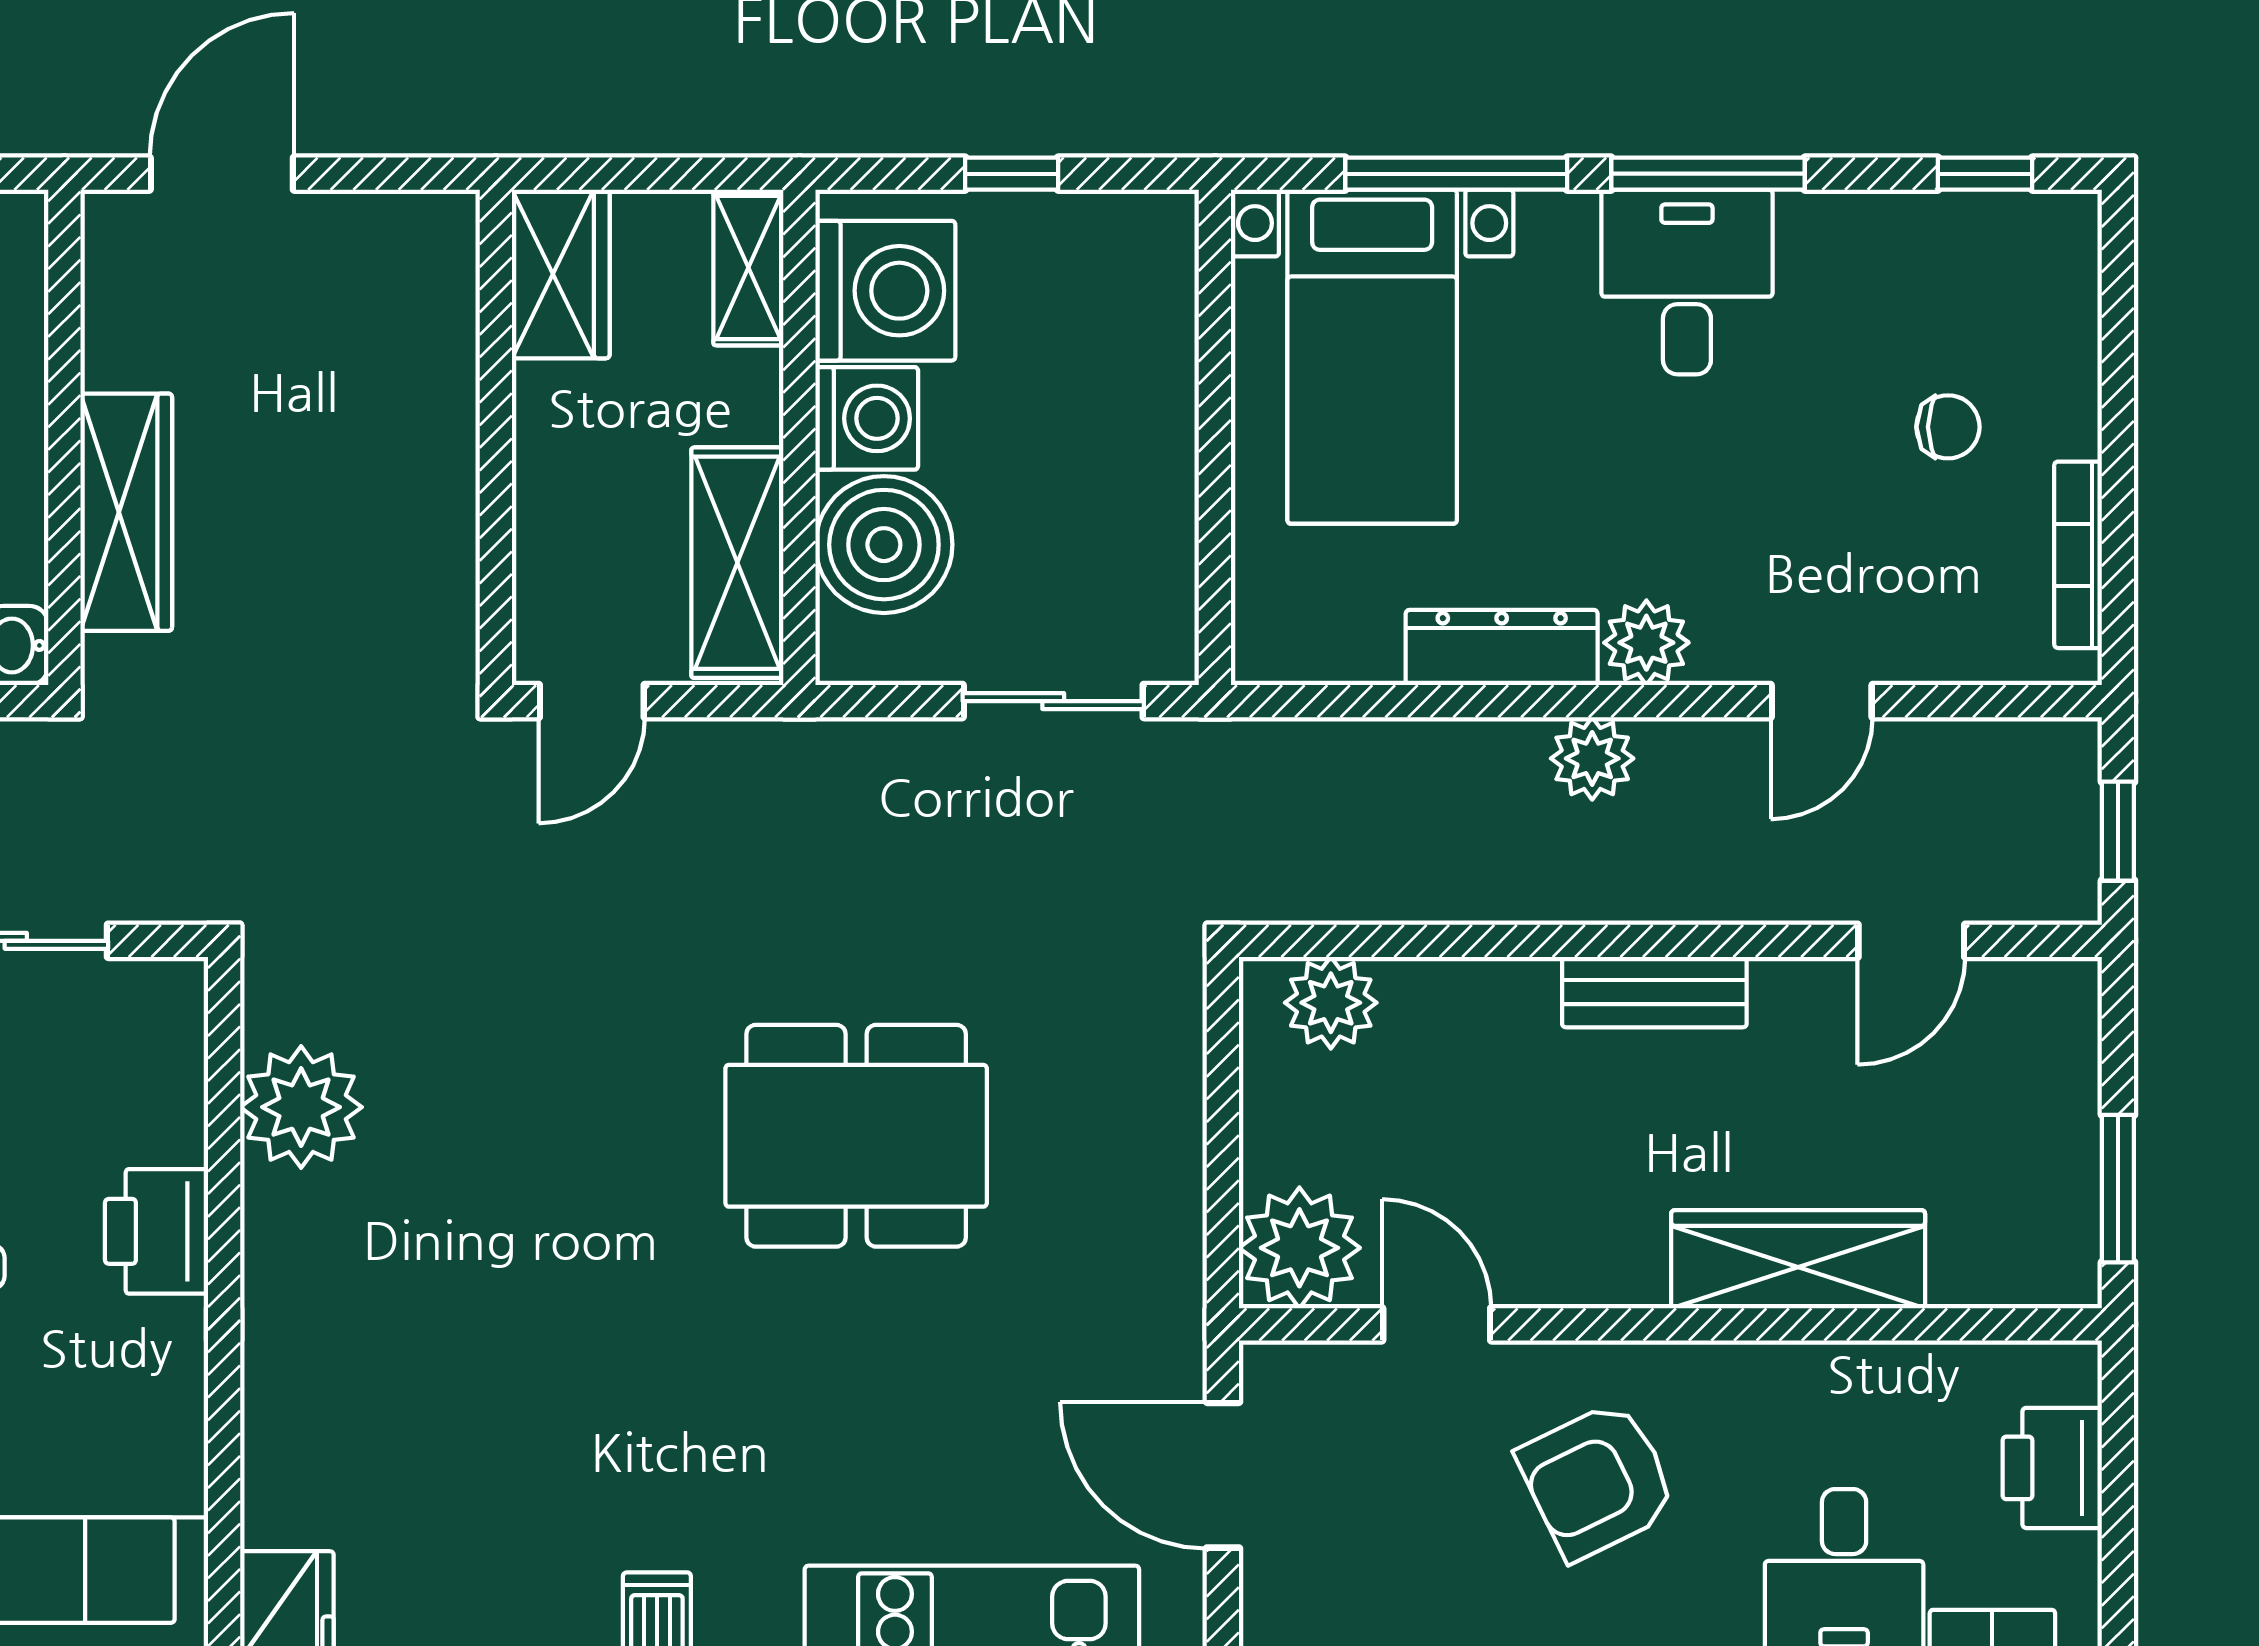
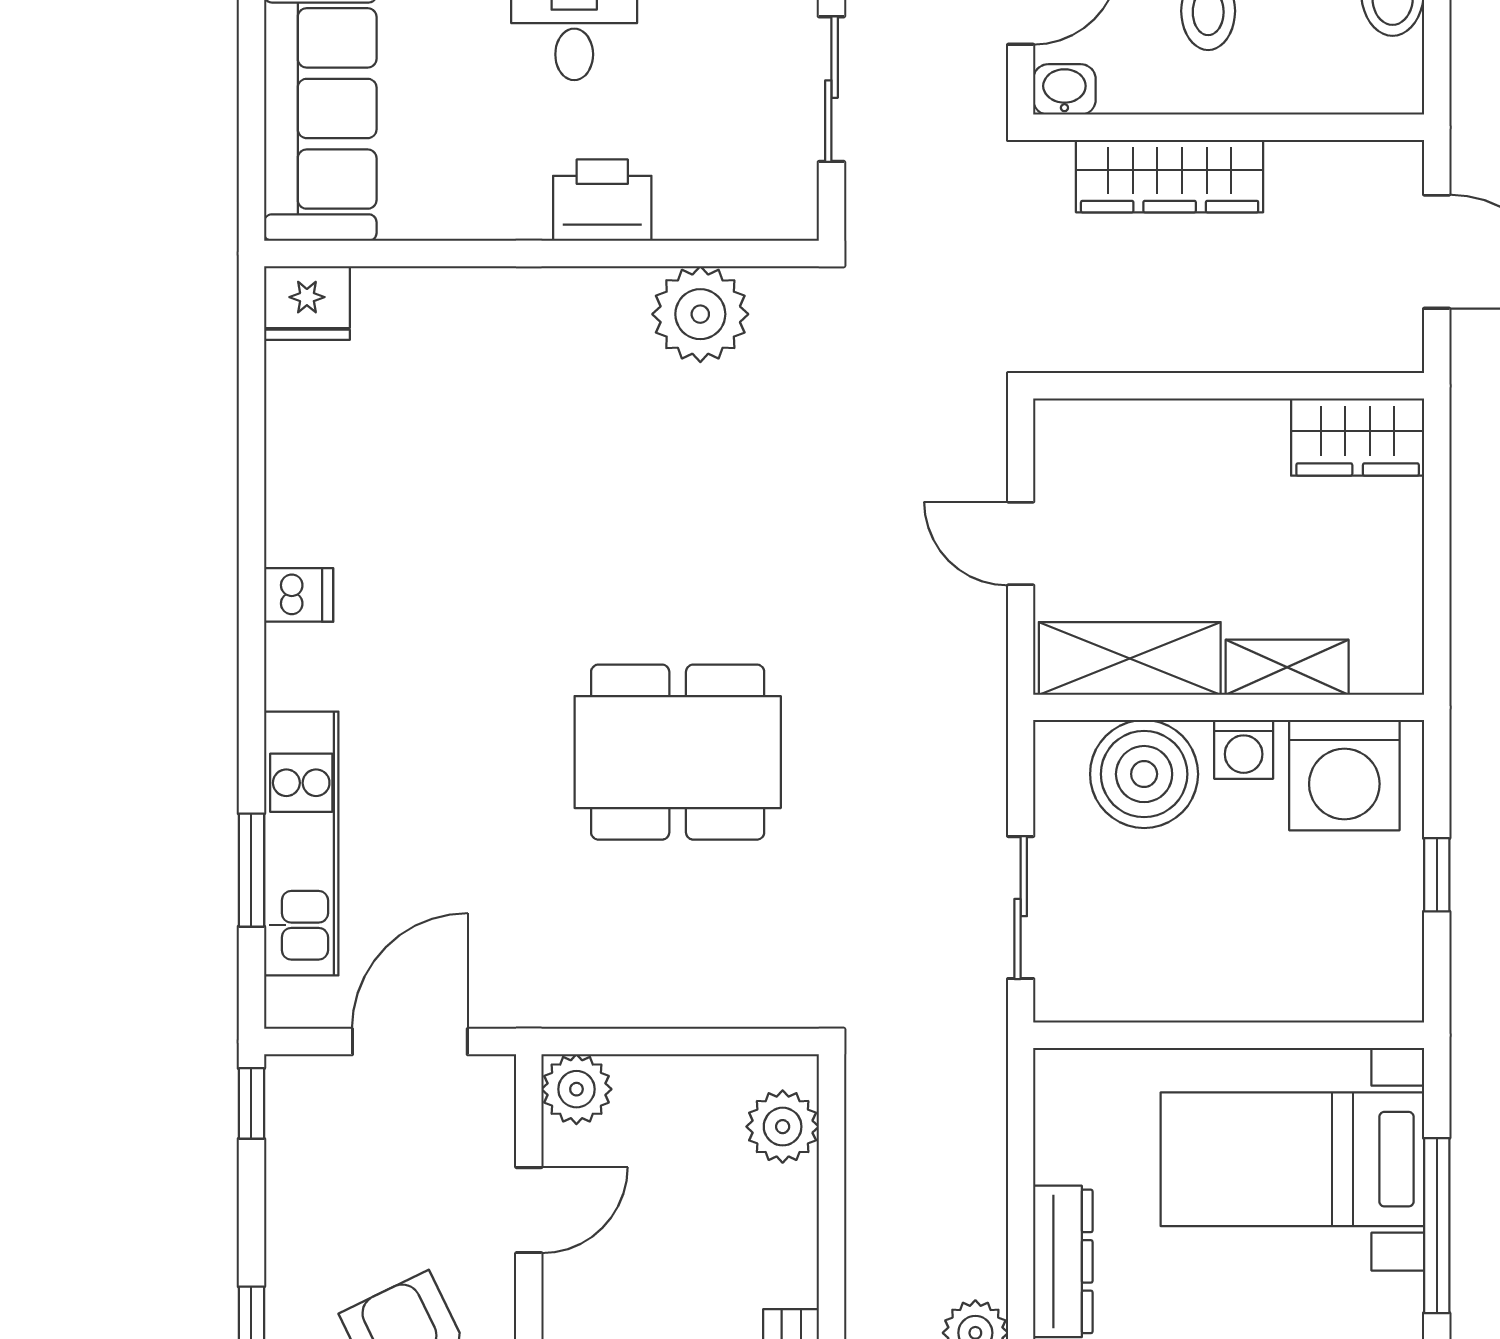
shelving: (748, 267) -> (1287, 667), moved
wardrobe: (561, 274) -> (1358, 437), moved
washing machine: (867, 418) -> (1244, 749), width x0.73, depth x0.73
wall: (496, 437) -> (1229, 386), moved
dining table: (856, 1136) -> (678, 752), turned 90
plant: (1299, 1248) -> (576, 1089), width x0.73, depth x0.73

